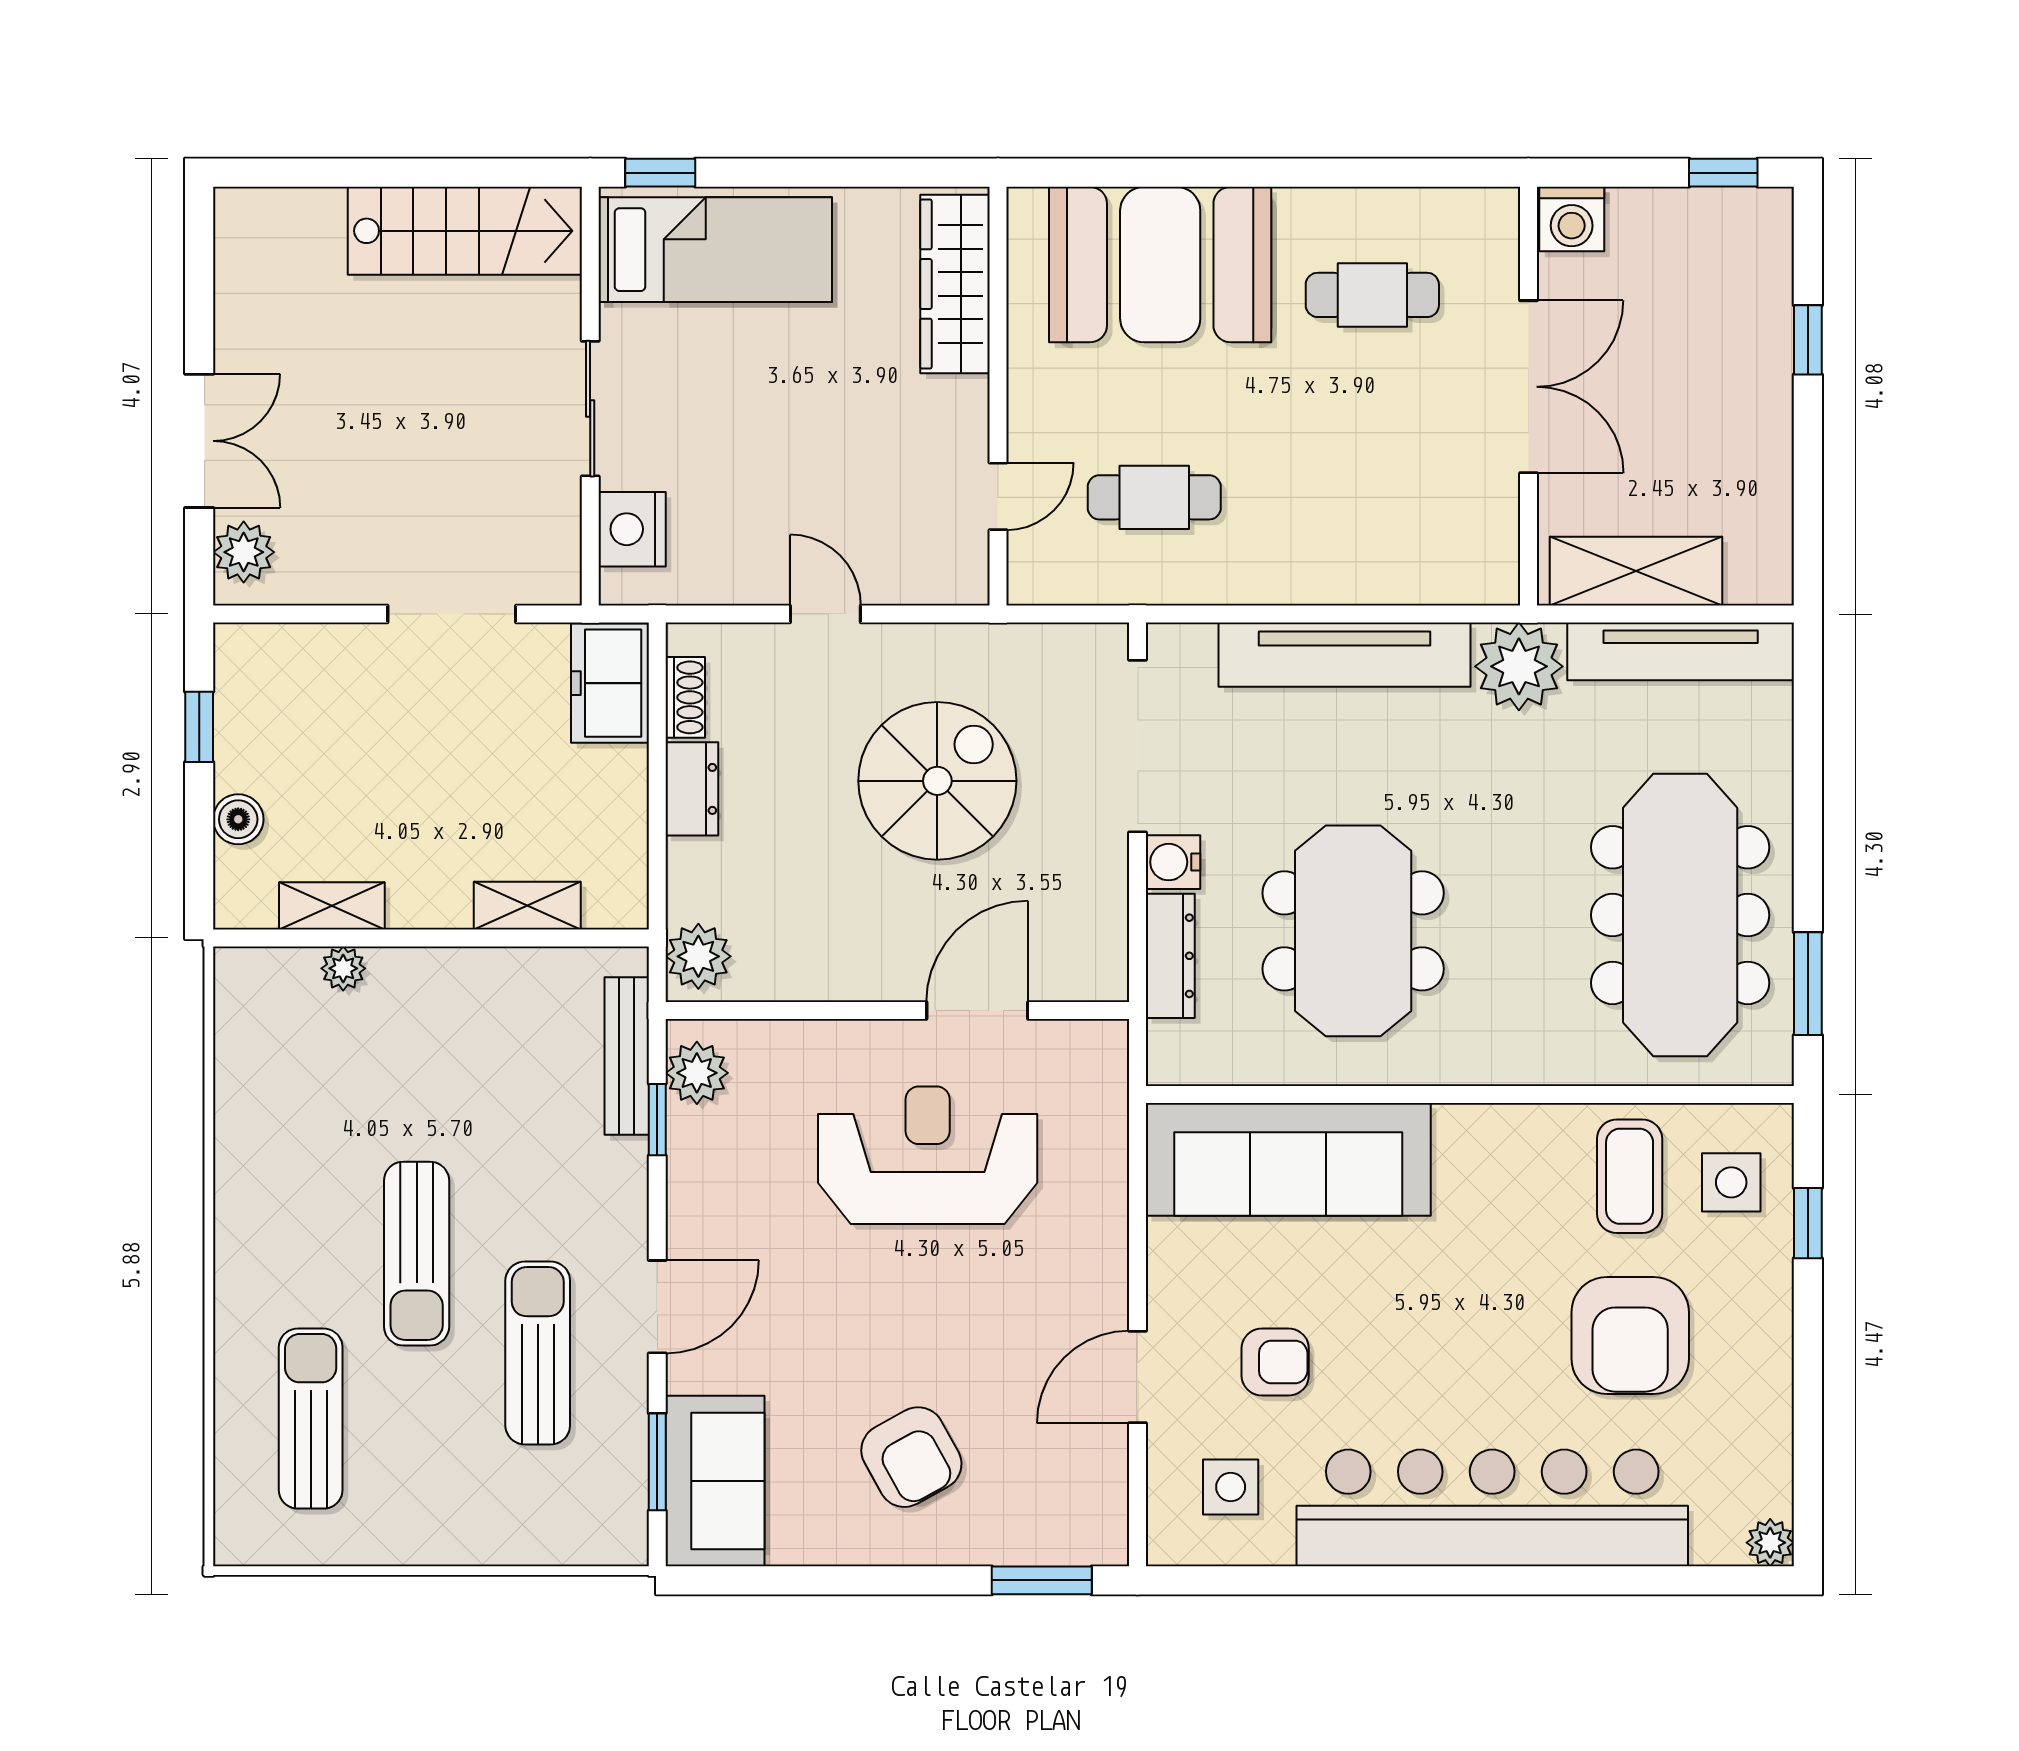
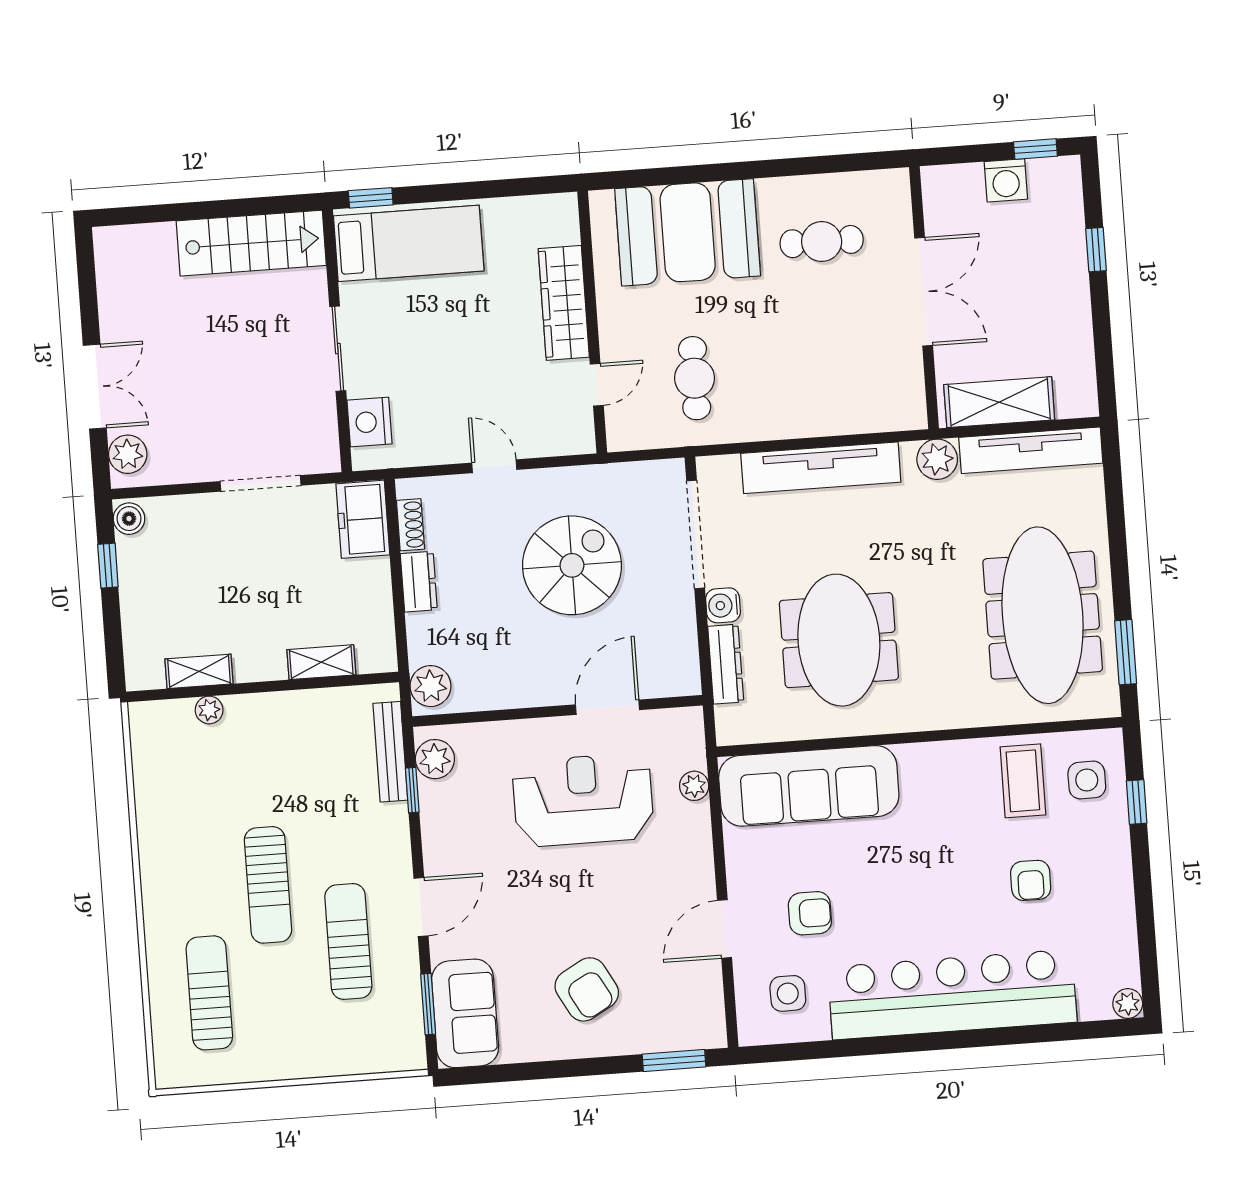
washing machine: (1572, 219) -> (1006, 180), moved
wardrobe: (955, 284) -> (564, 303), moved
cafe table: (1154, 497) -> (695, 378), turned 90
plant: (1519, 666) -> (937, 459), width x0.73, depth x0.73
boiler: (238, 819) -> (129, 519), moved
plant: (1106, 1146) -> (694, 786), added
armchair: (1630, 1335) -> (1031, 880), width x0.53, depth x0.53

